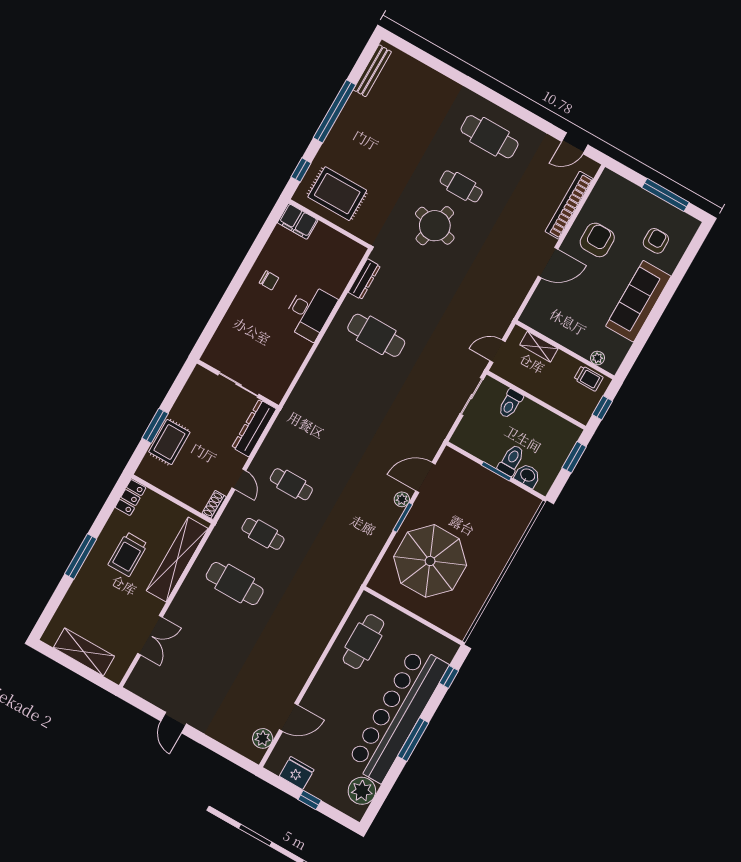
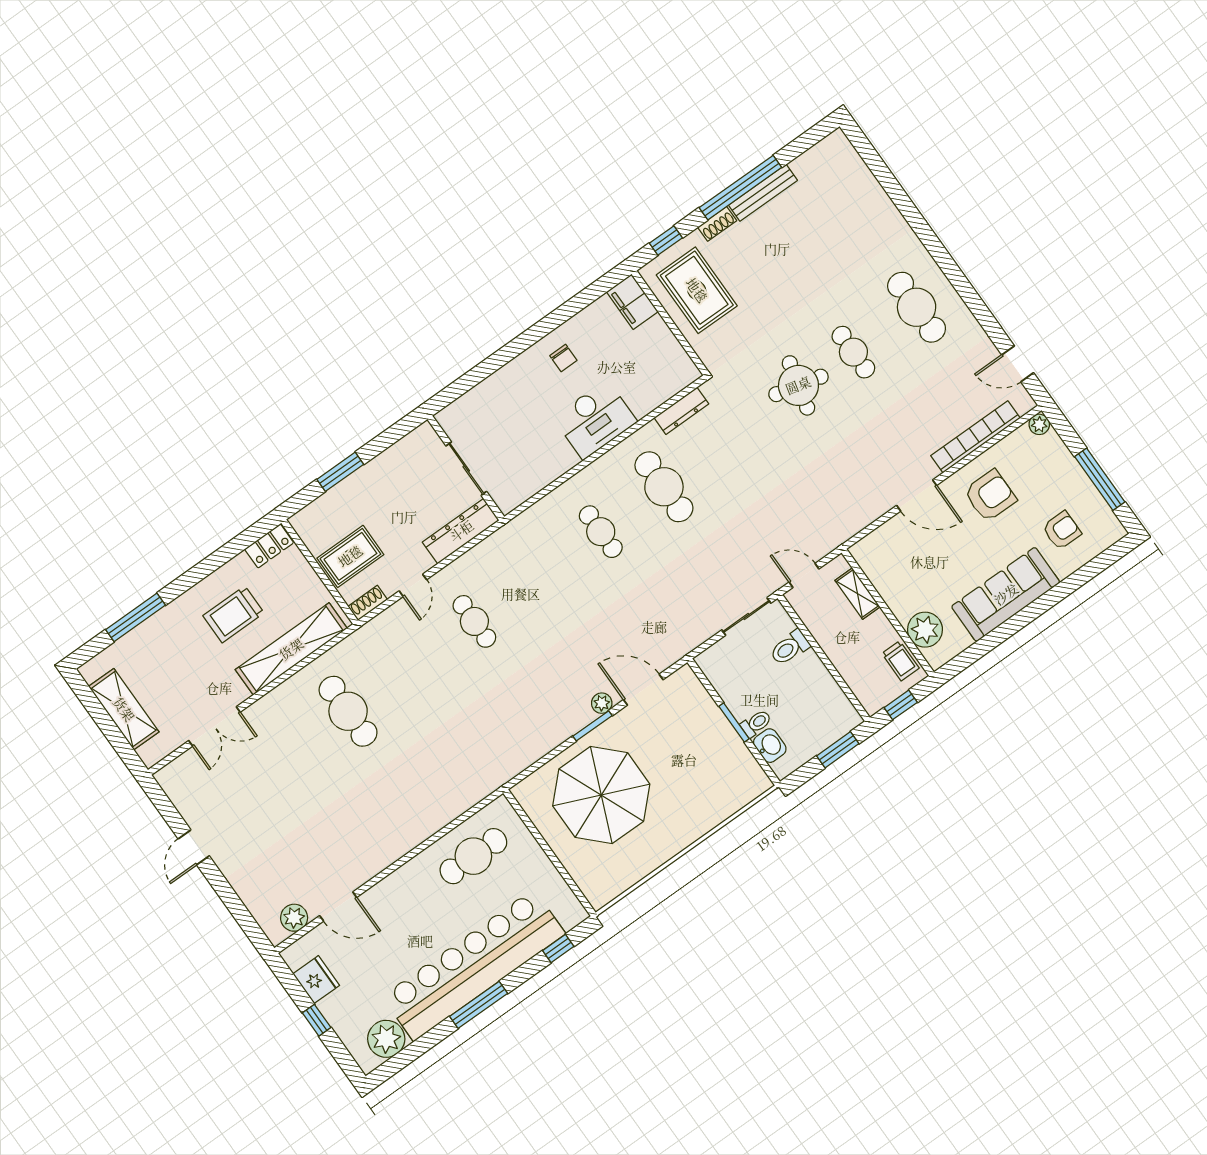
bench: (372, 71) -> (763, 193), moved
shoe rack: (330, 143) -> (717, 224), added
plant: (608, 177) -> (1039, 424), added
plant: (597, 358) -> (925, 630), width x1.88, depth x1.88
rug: (169, 442) -> (350, 556), moved
toilet: (511, 460) -> (756, 723), width x0.73, depth x0.72
cafe table: (263, 534) -> (601, 532), moved
window: (81, 556) -> (136, 617), moved

